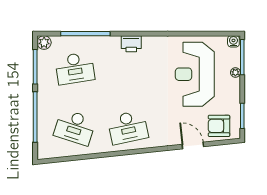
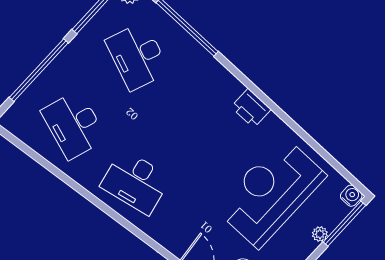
printer: (131, 44) -> (251, 108), moved
desk: (75, 68) -> (137, 56), turned 30

